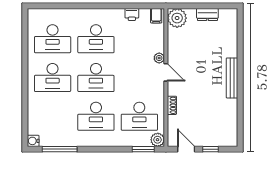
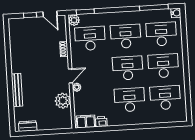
dresser: (207, 14) -> (28, 126), moved
filing cabinet: (156, 16) -> (86, 121), width x2.00
plant: (177, 18) -> (63, 101), moved
door: (166, 72) -> (70, 76), swing flipped
bench: (232, 78) -> (17, 90), moved
desk: (53, 116) -> (161, 34), added

